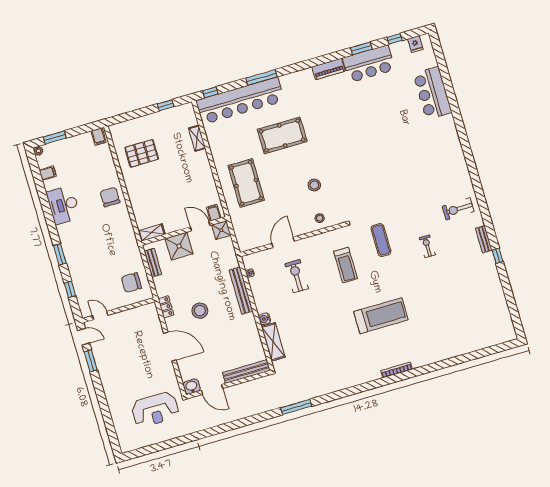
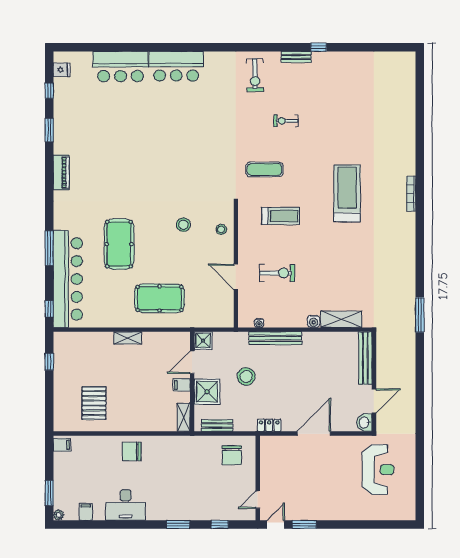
bar counter: (369, 64) -> (176, 66), moved, turned 90
shelving: (197, 138) -> (128, 338), moved
filing cabinet: (214, 213) -> (182, 385), moved
exercise bike: (297, 276) -> (277, 273), turned 180
stool: (200, 311) -> (246, 376), moved

